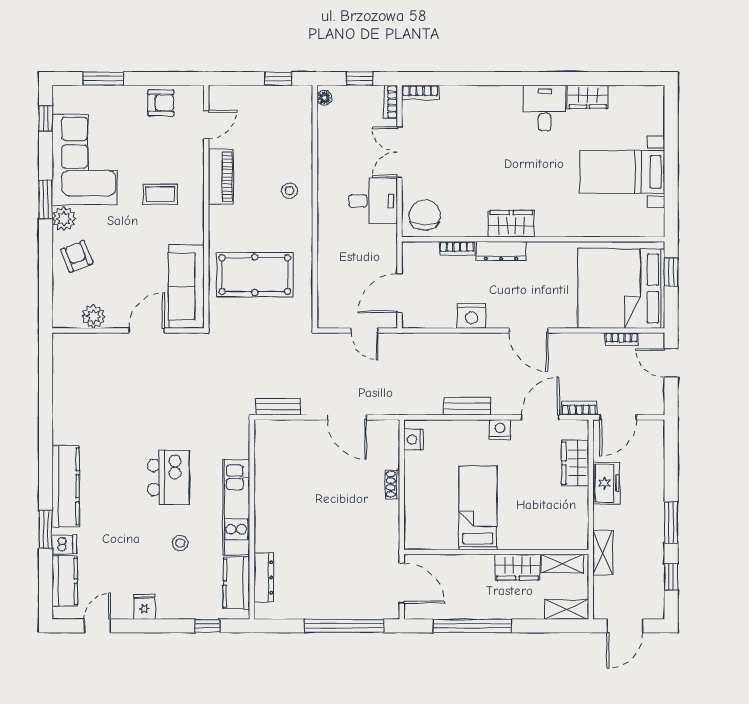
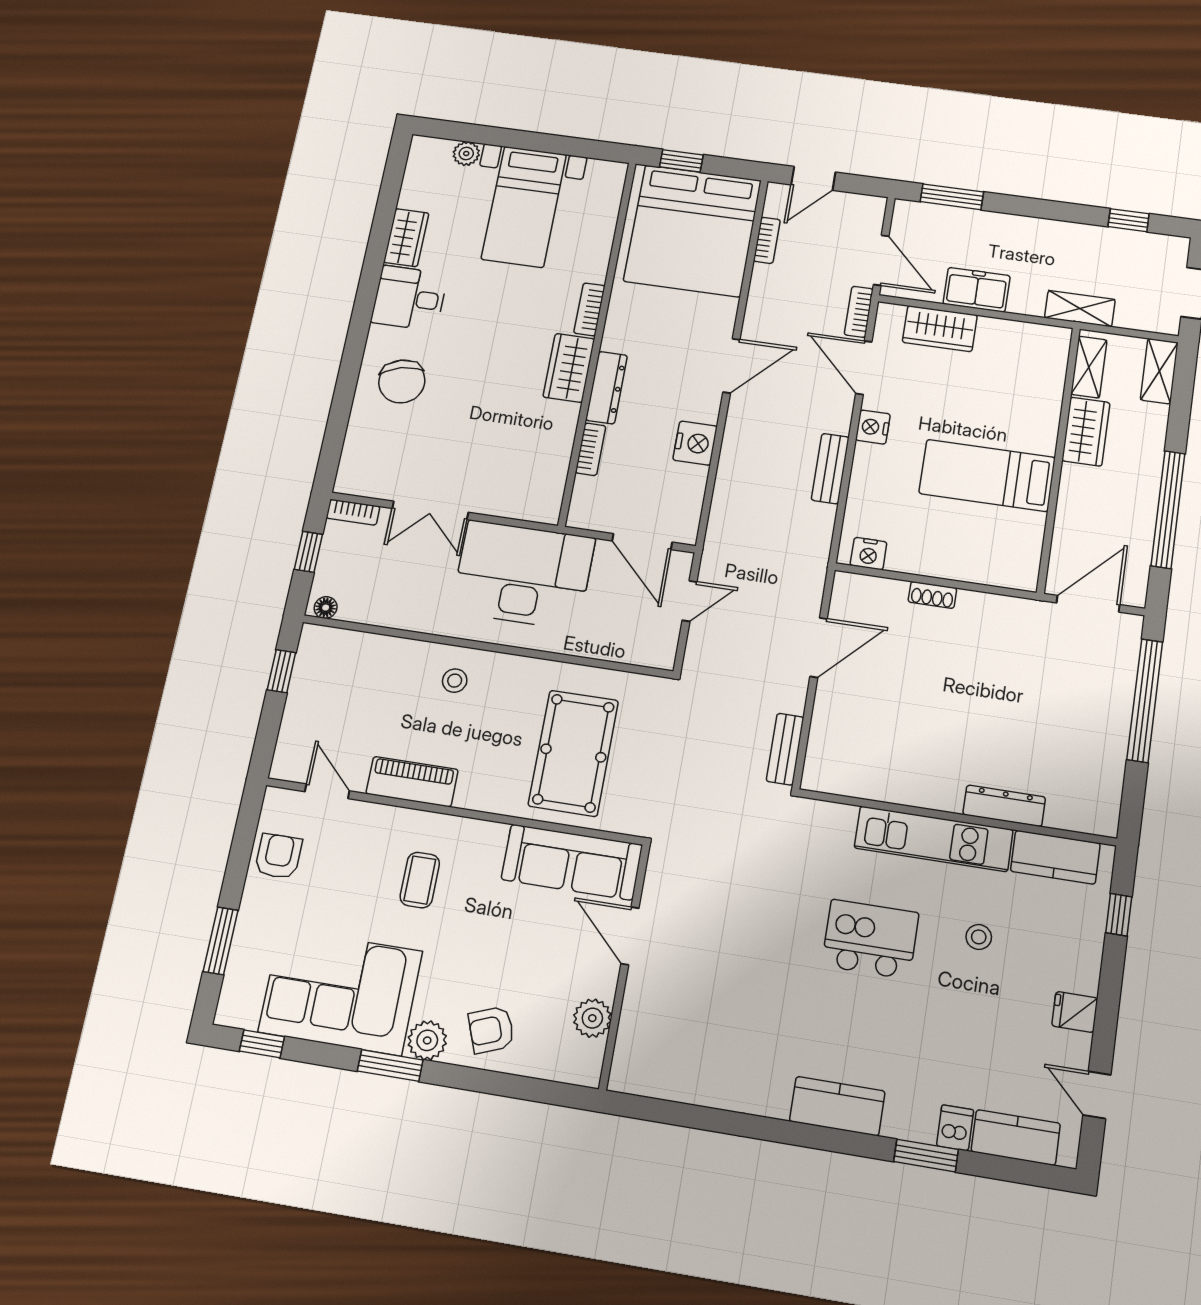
bookcase: (420, 92) -> (589, 309), moved, turned 180
plant: (655, 125) -> (466, 153), added
desk: (373, 201) -> (523, 575), width x1.87, depth x1.30
chair: (425, 215) -> (402, 381), moved, turned -104
kitchen counter: (66, 486) -> (837, 1106), width x0.67
window: (671, 522) -> (952, 197), moved
dresser: (264, 578) -> (1004, 806), moved

